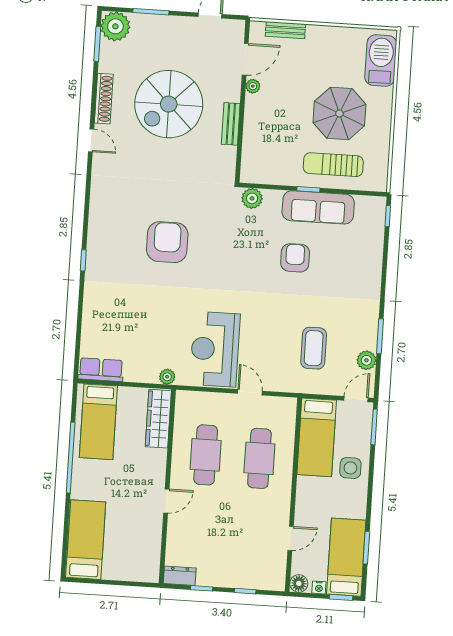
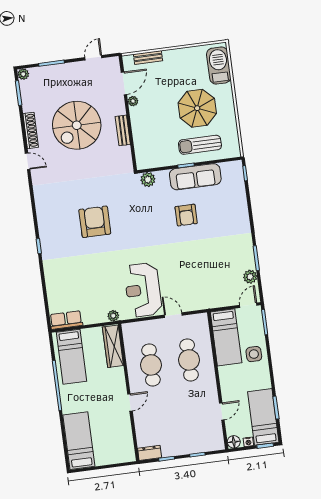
plant: (115, 26) -> (23, 74), width x0.53, depth x0.53
armchair: (295, 258) -> (186, 215), turned 180
coffee table: (314, 348) -> (212, 276), removed

